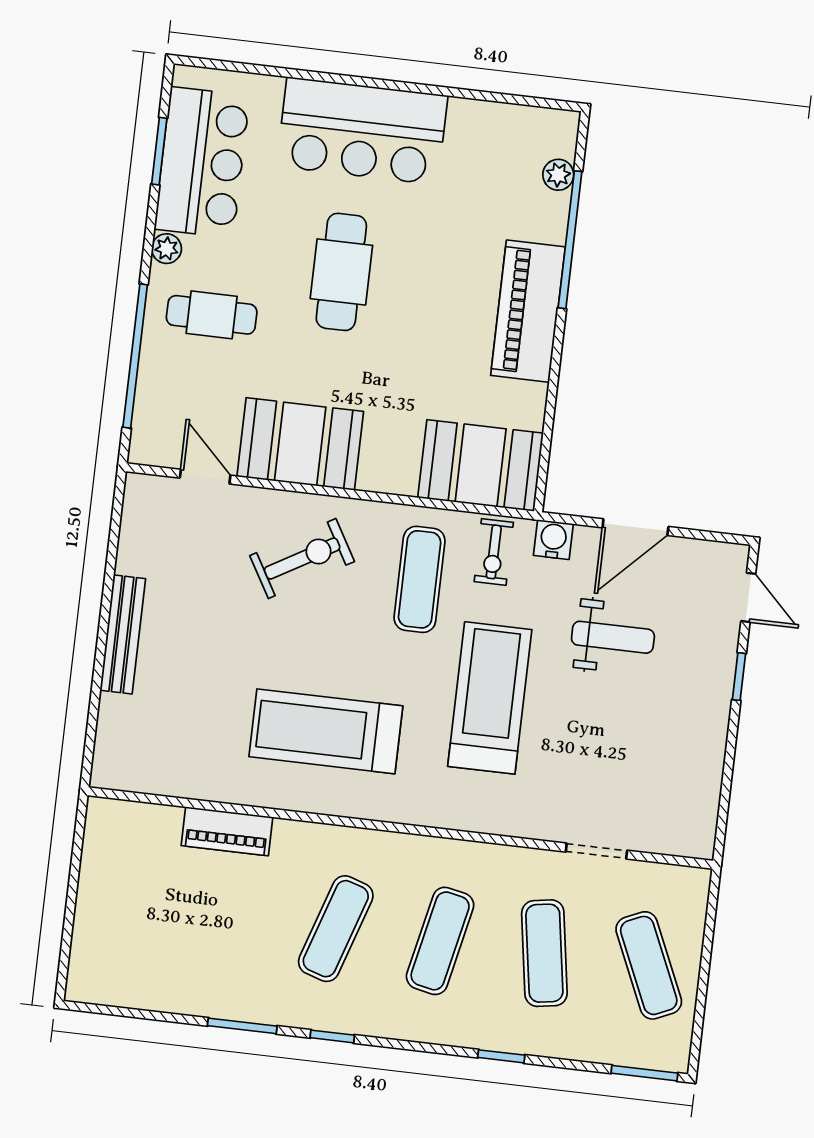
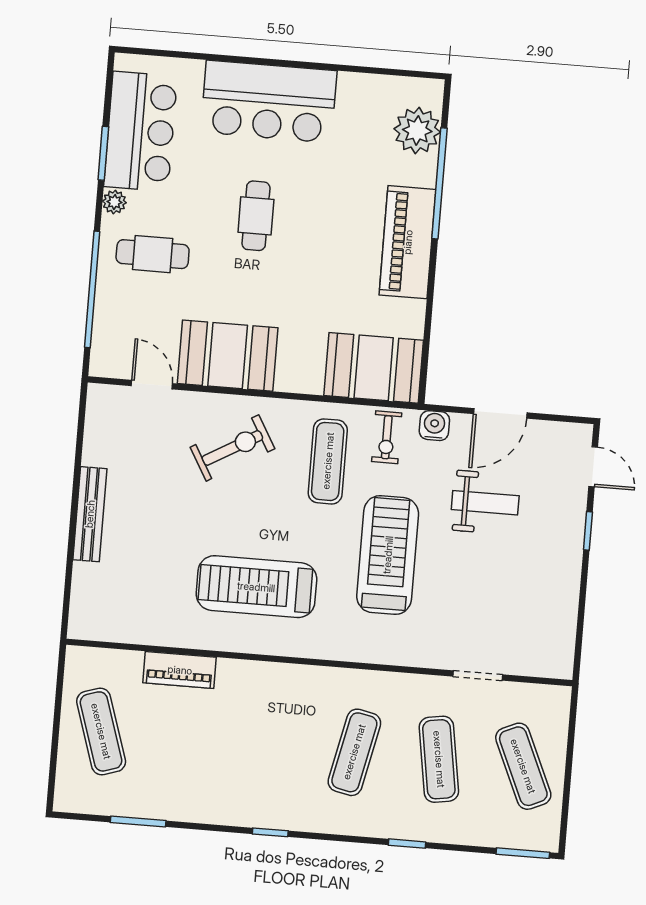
window: (159, 151) -> (103, 153), moved
plant: (558, 175) -> (417, 130), width x1.88, depth x1.88
cafe table: (341, 272) -> (256, 216), width x0.73, depth x0.74
exercise mat: (336, 929) -> (101, 731), moved, turned -36
window: (242, 1026) -> (138, 822), moved

